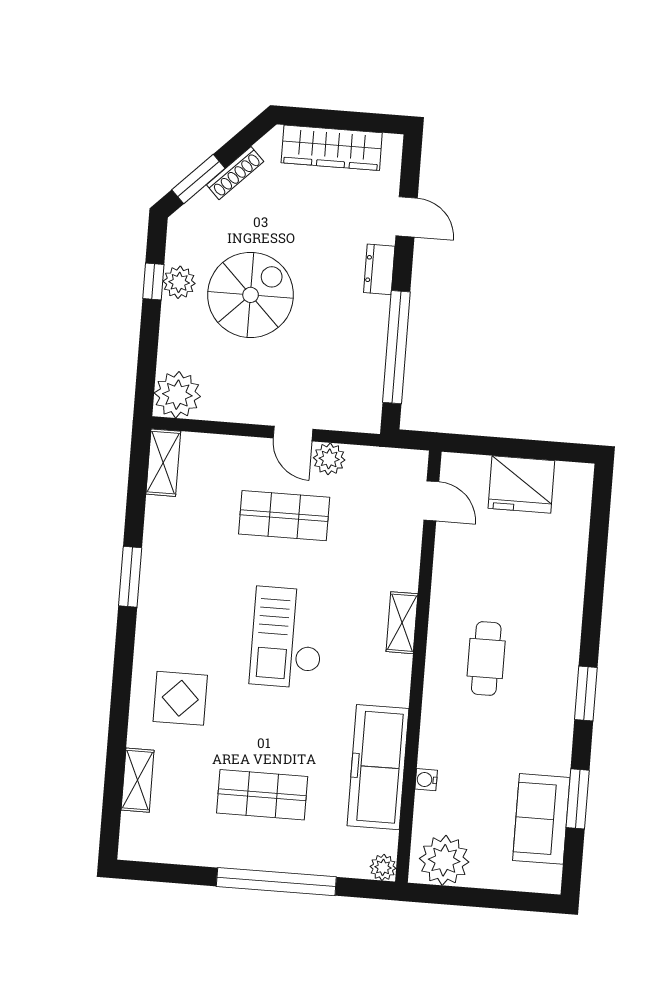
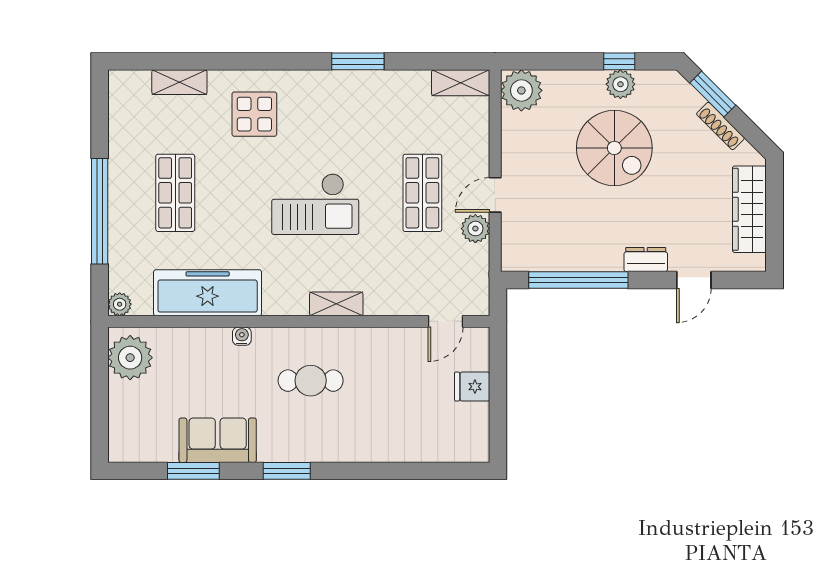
fridge: (521, 485) -> (472, 387), width x0.53, depth x0.75
checkout: (287, 638) -> (315, 204), turned 180
water cooler: (426, 780) -> (242, 336), moved
sofa: (541, 819) -> (218, 440), moved

